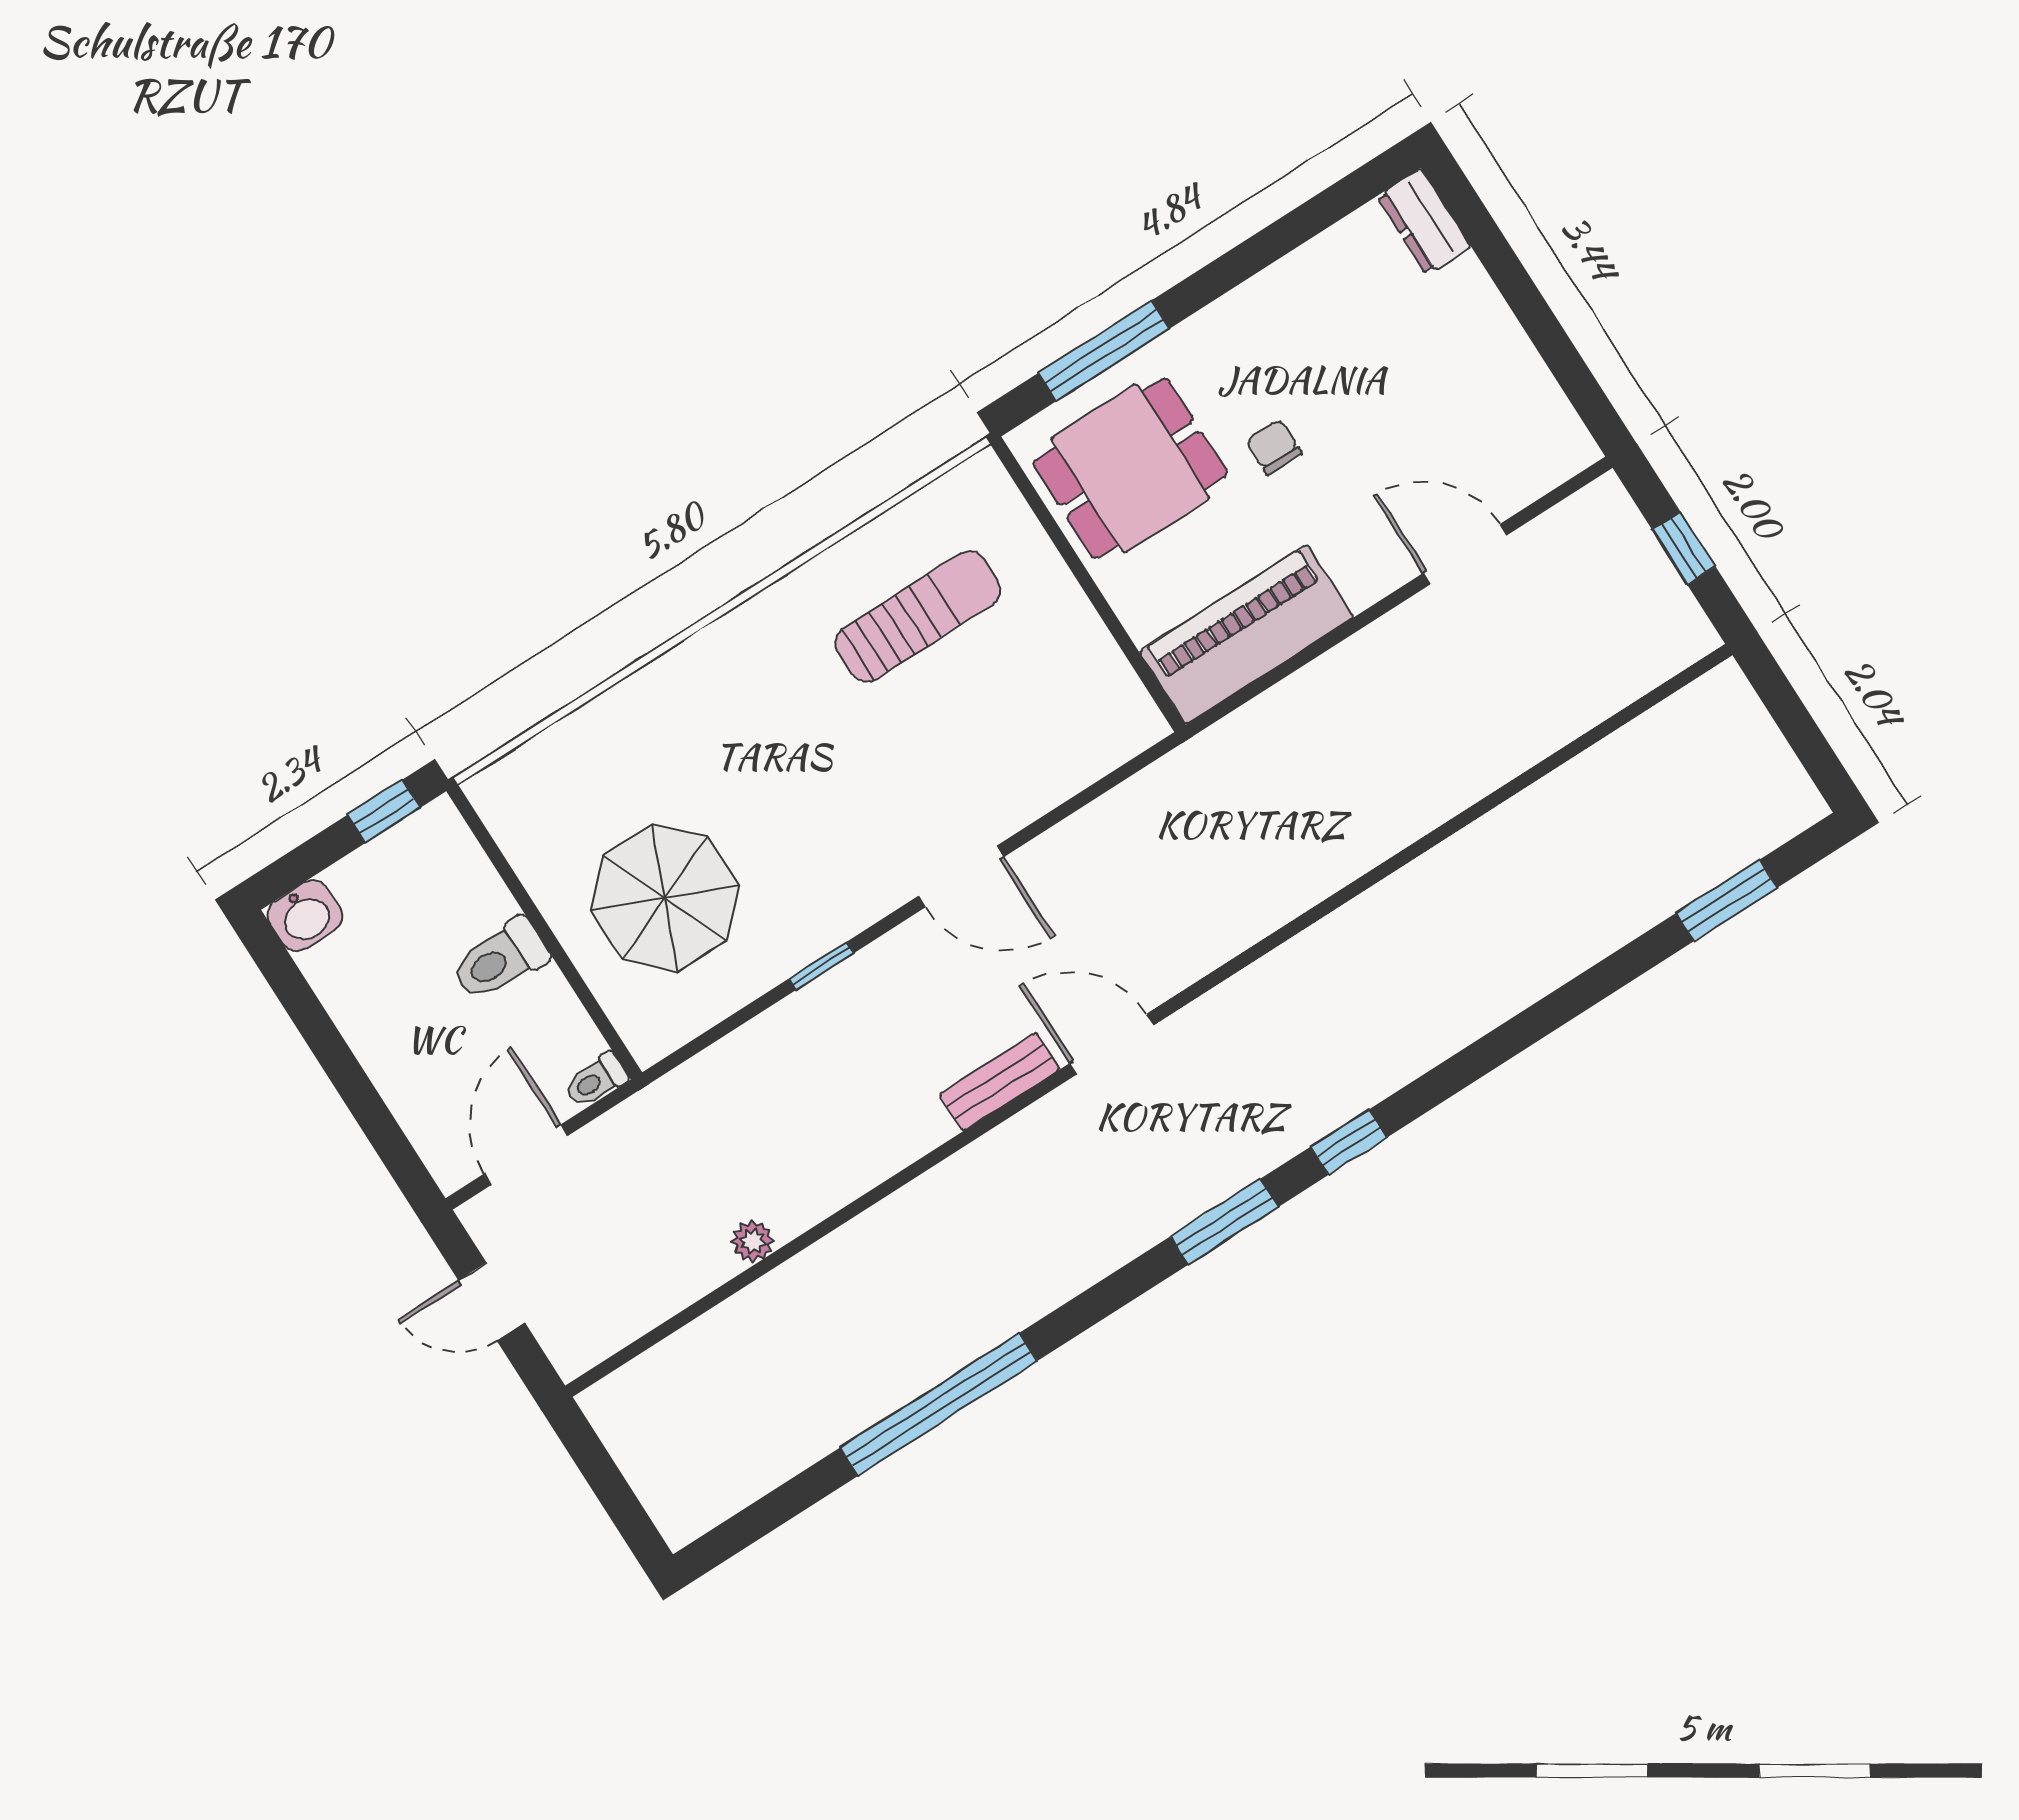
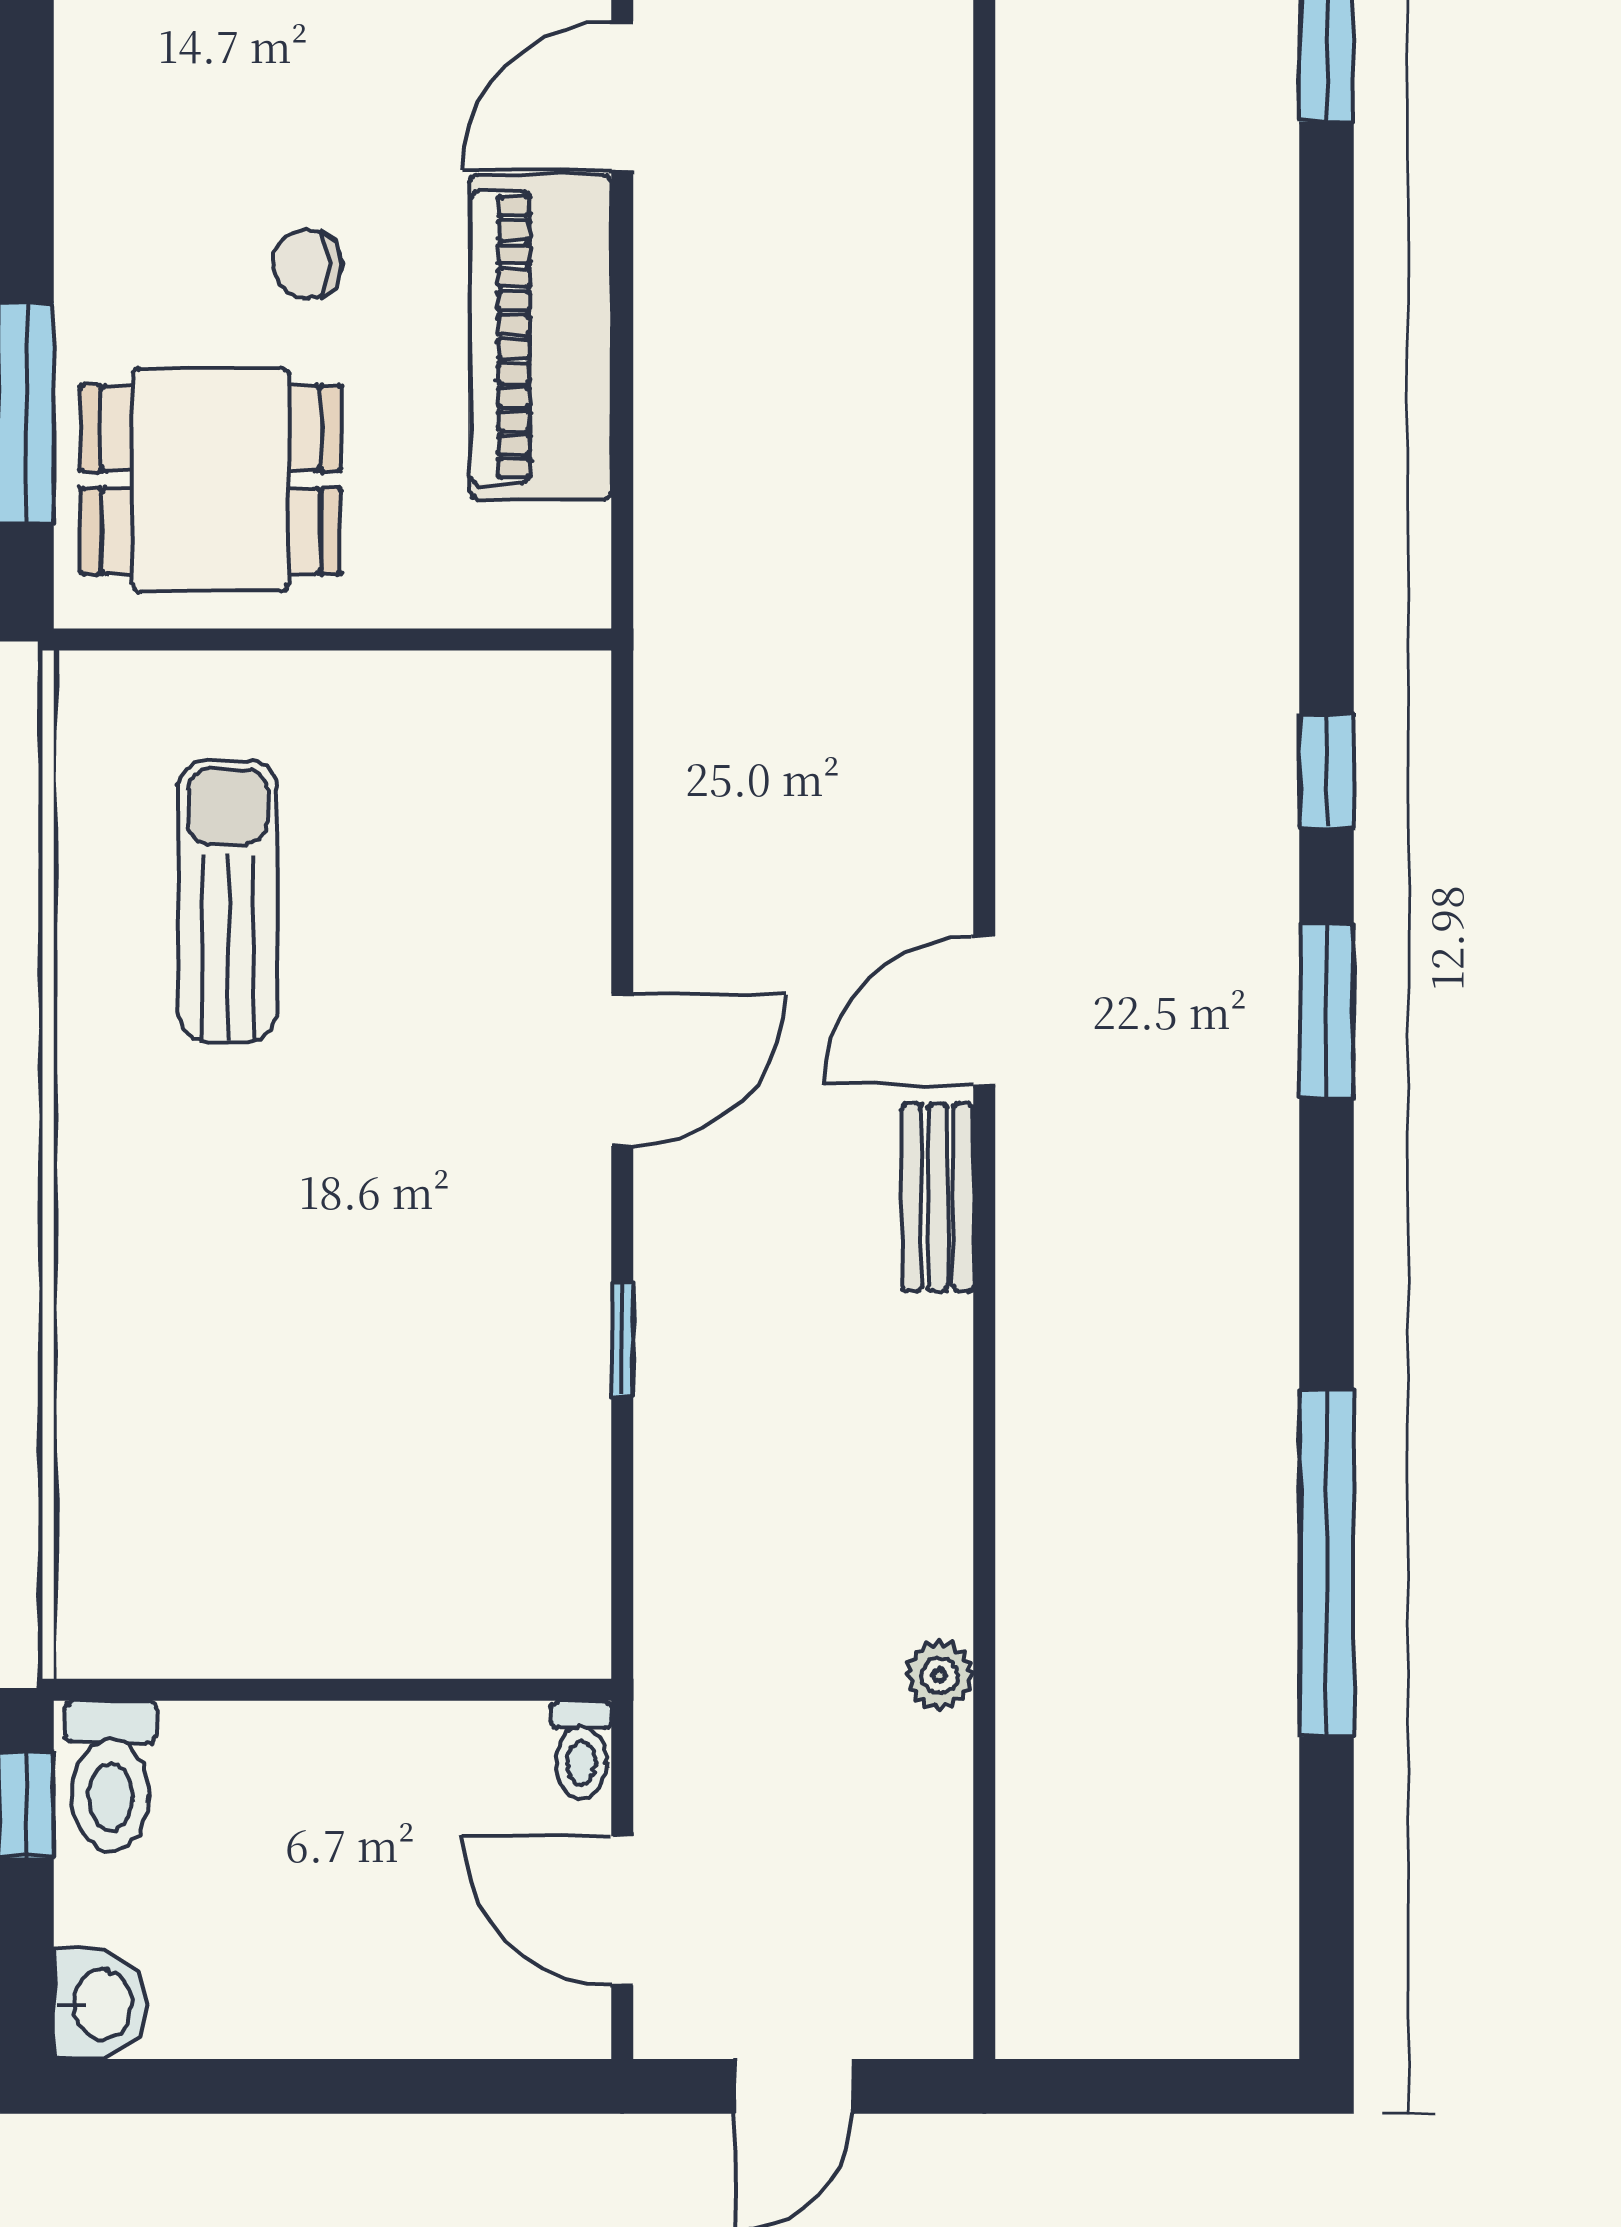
dining table: (1130, 468) -> (211, 480), turned 90
piano: (1246, 635) -> (541, 337), moved
parasol: (665, 898) -> (391, 1495), removed
toilet: (500, 960) -> (110, 1776), moved

